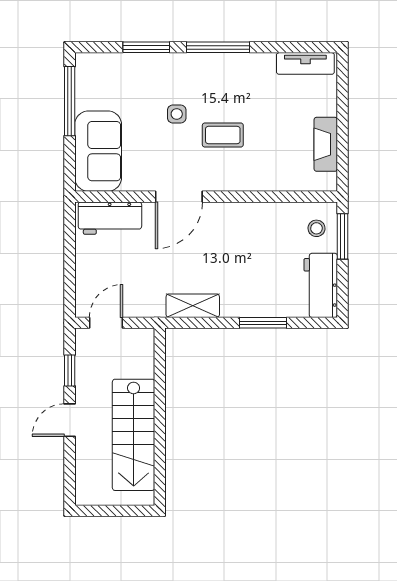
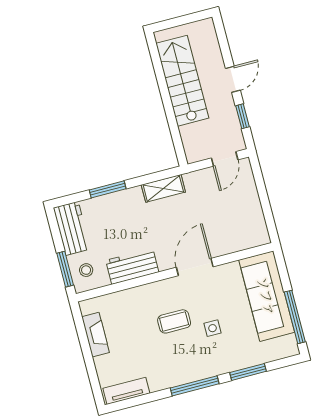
sofa: (98, 151) -> (267, 296), width x1.36
workbench: (110, 218) -> (132, 266), moved

